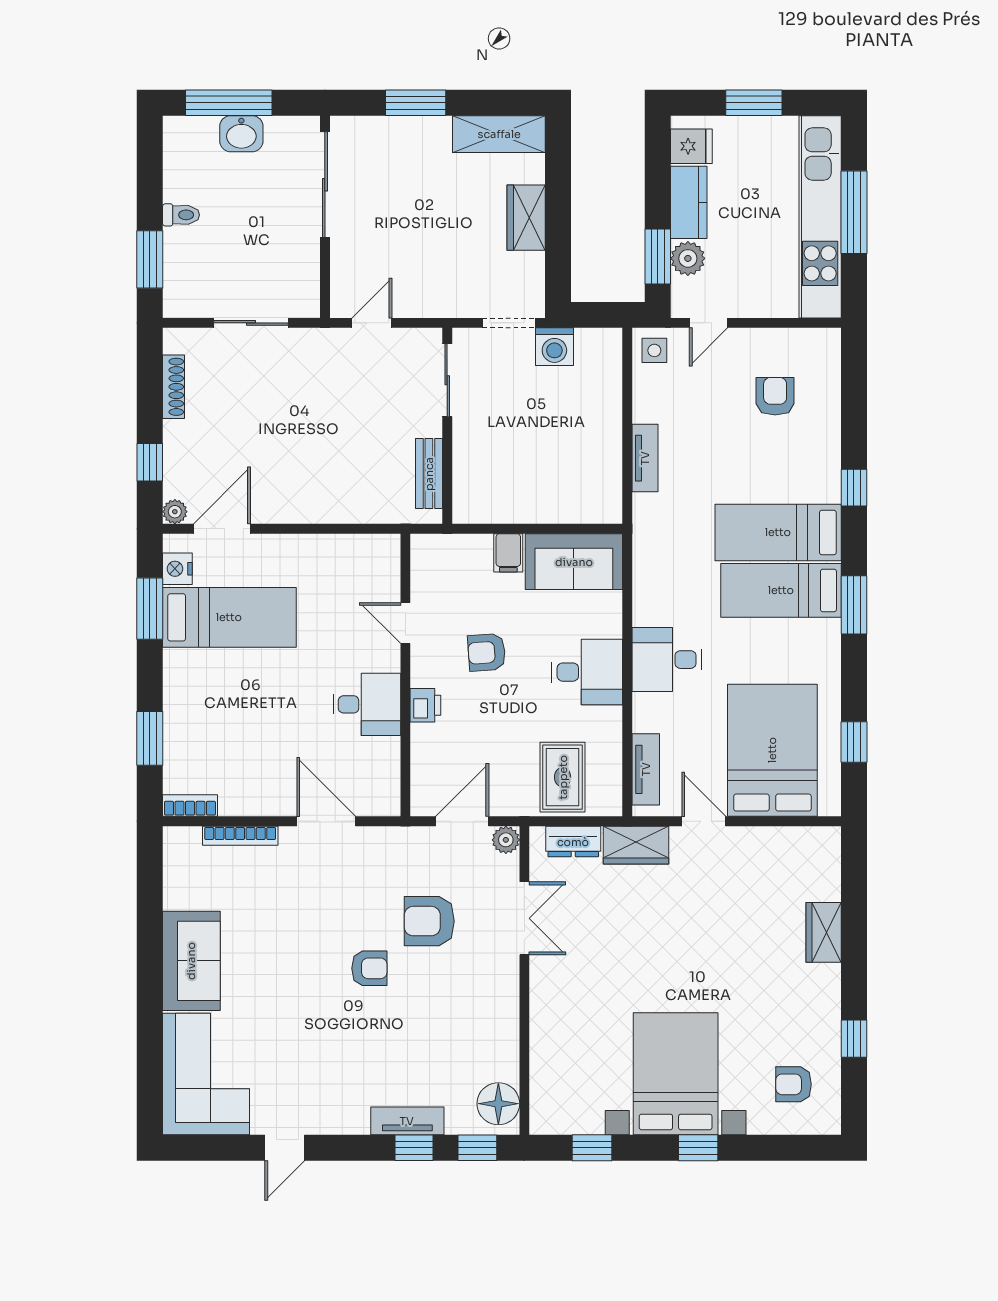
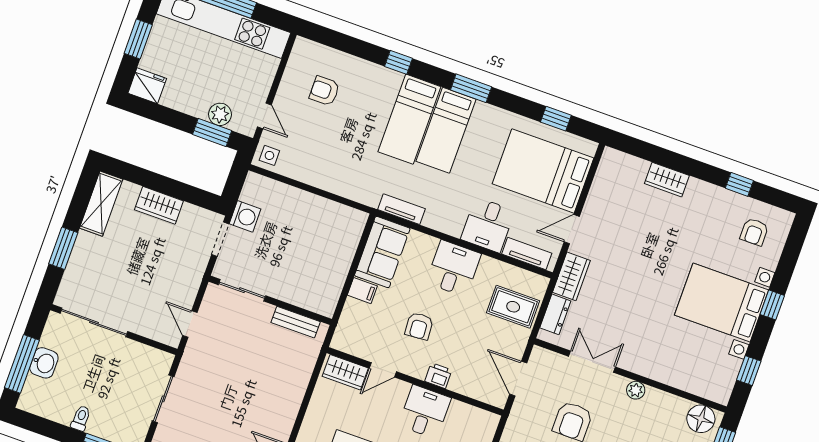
fridge: (691, 146) -> (147, 86), width x1.38
kitchen counter: (689, 202) -> (186, 101), removed
tv unit: (645, 458) -> (401, 209), moved
wardrobe: (383, 570) -> (345, 372), added
desk: (667, 660) -> (488, 225), moved
plant: (506, 840) -> (636, 390), moved

